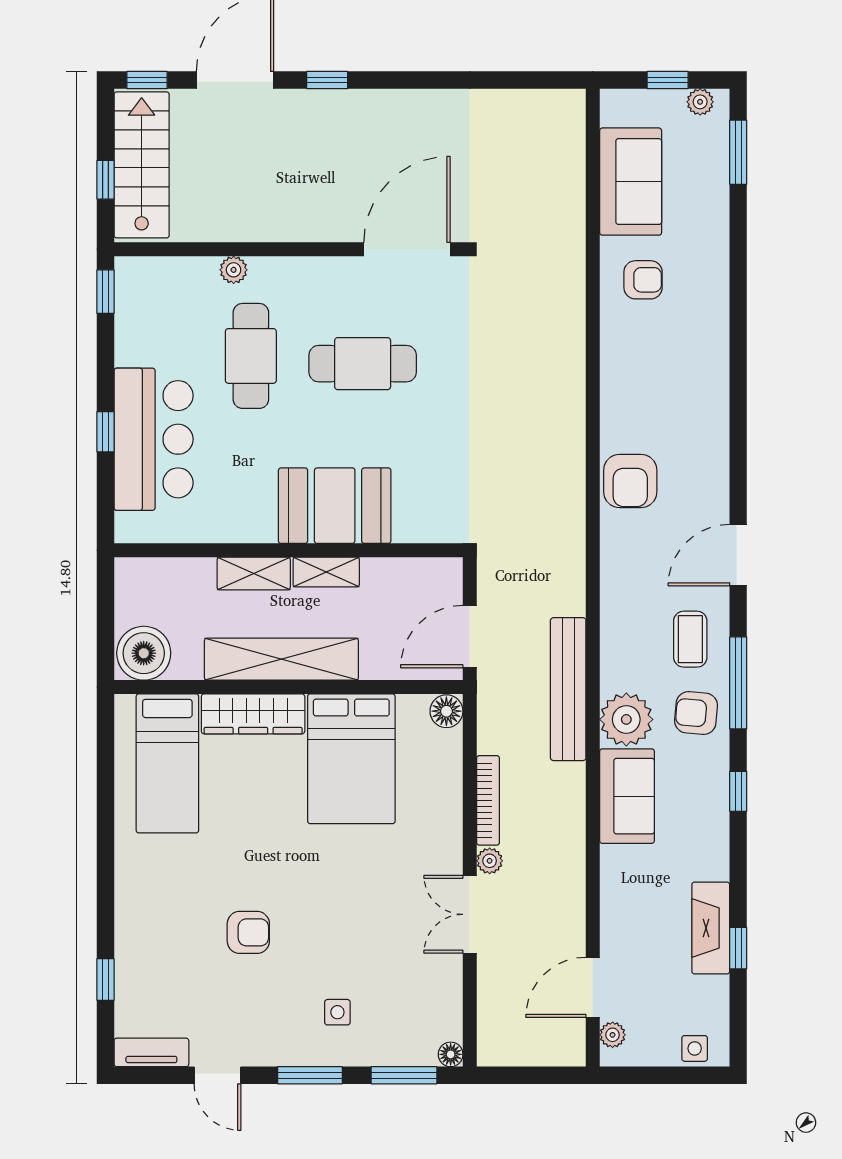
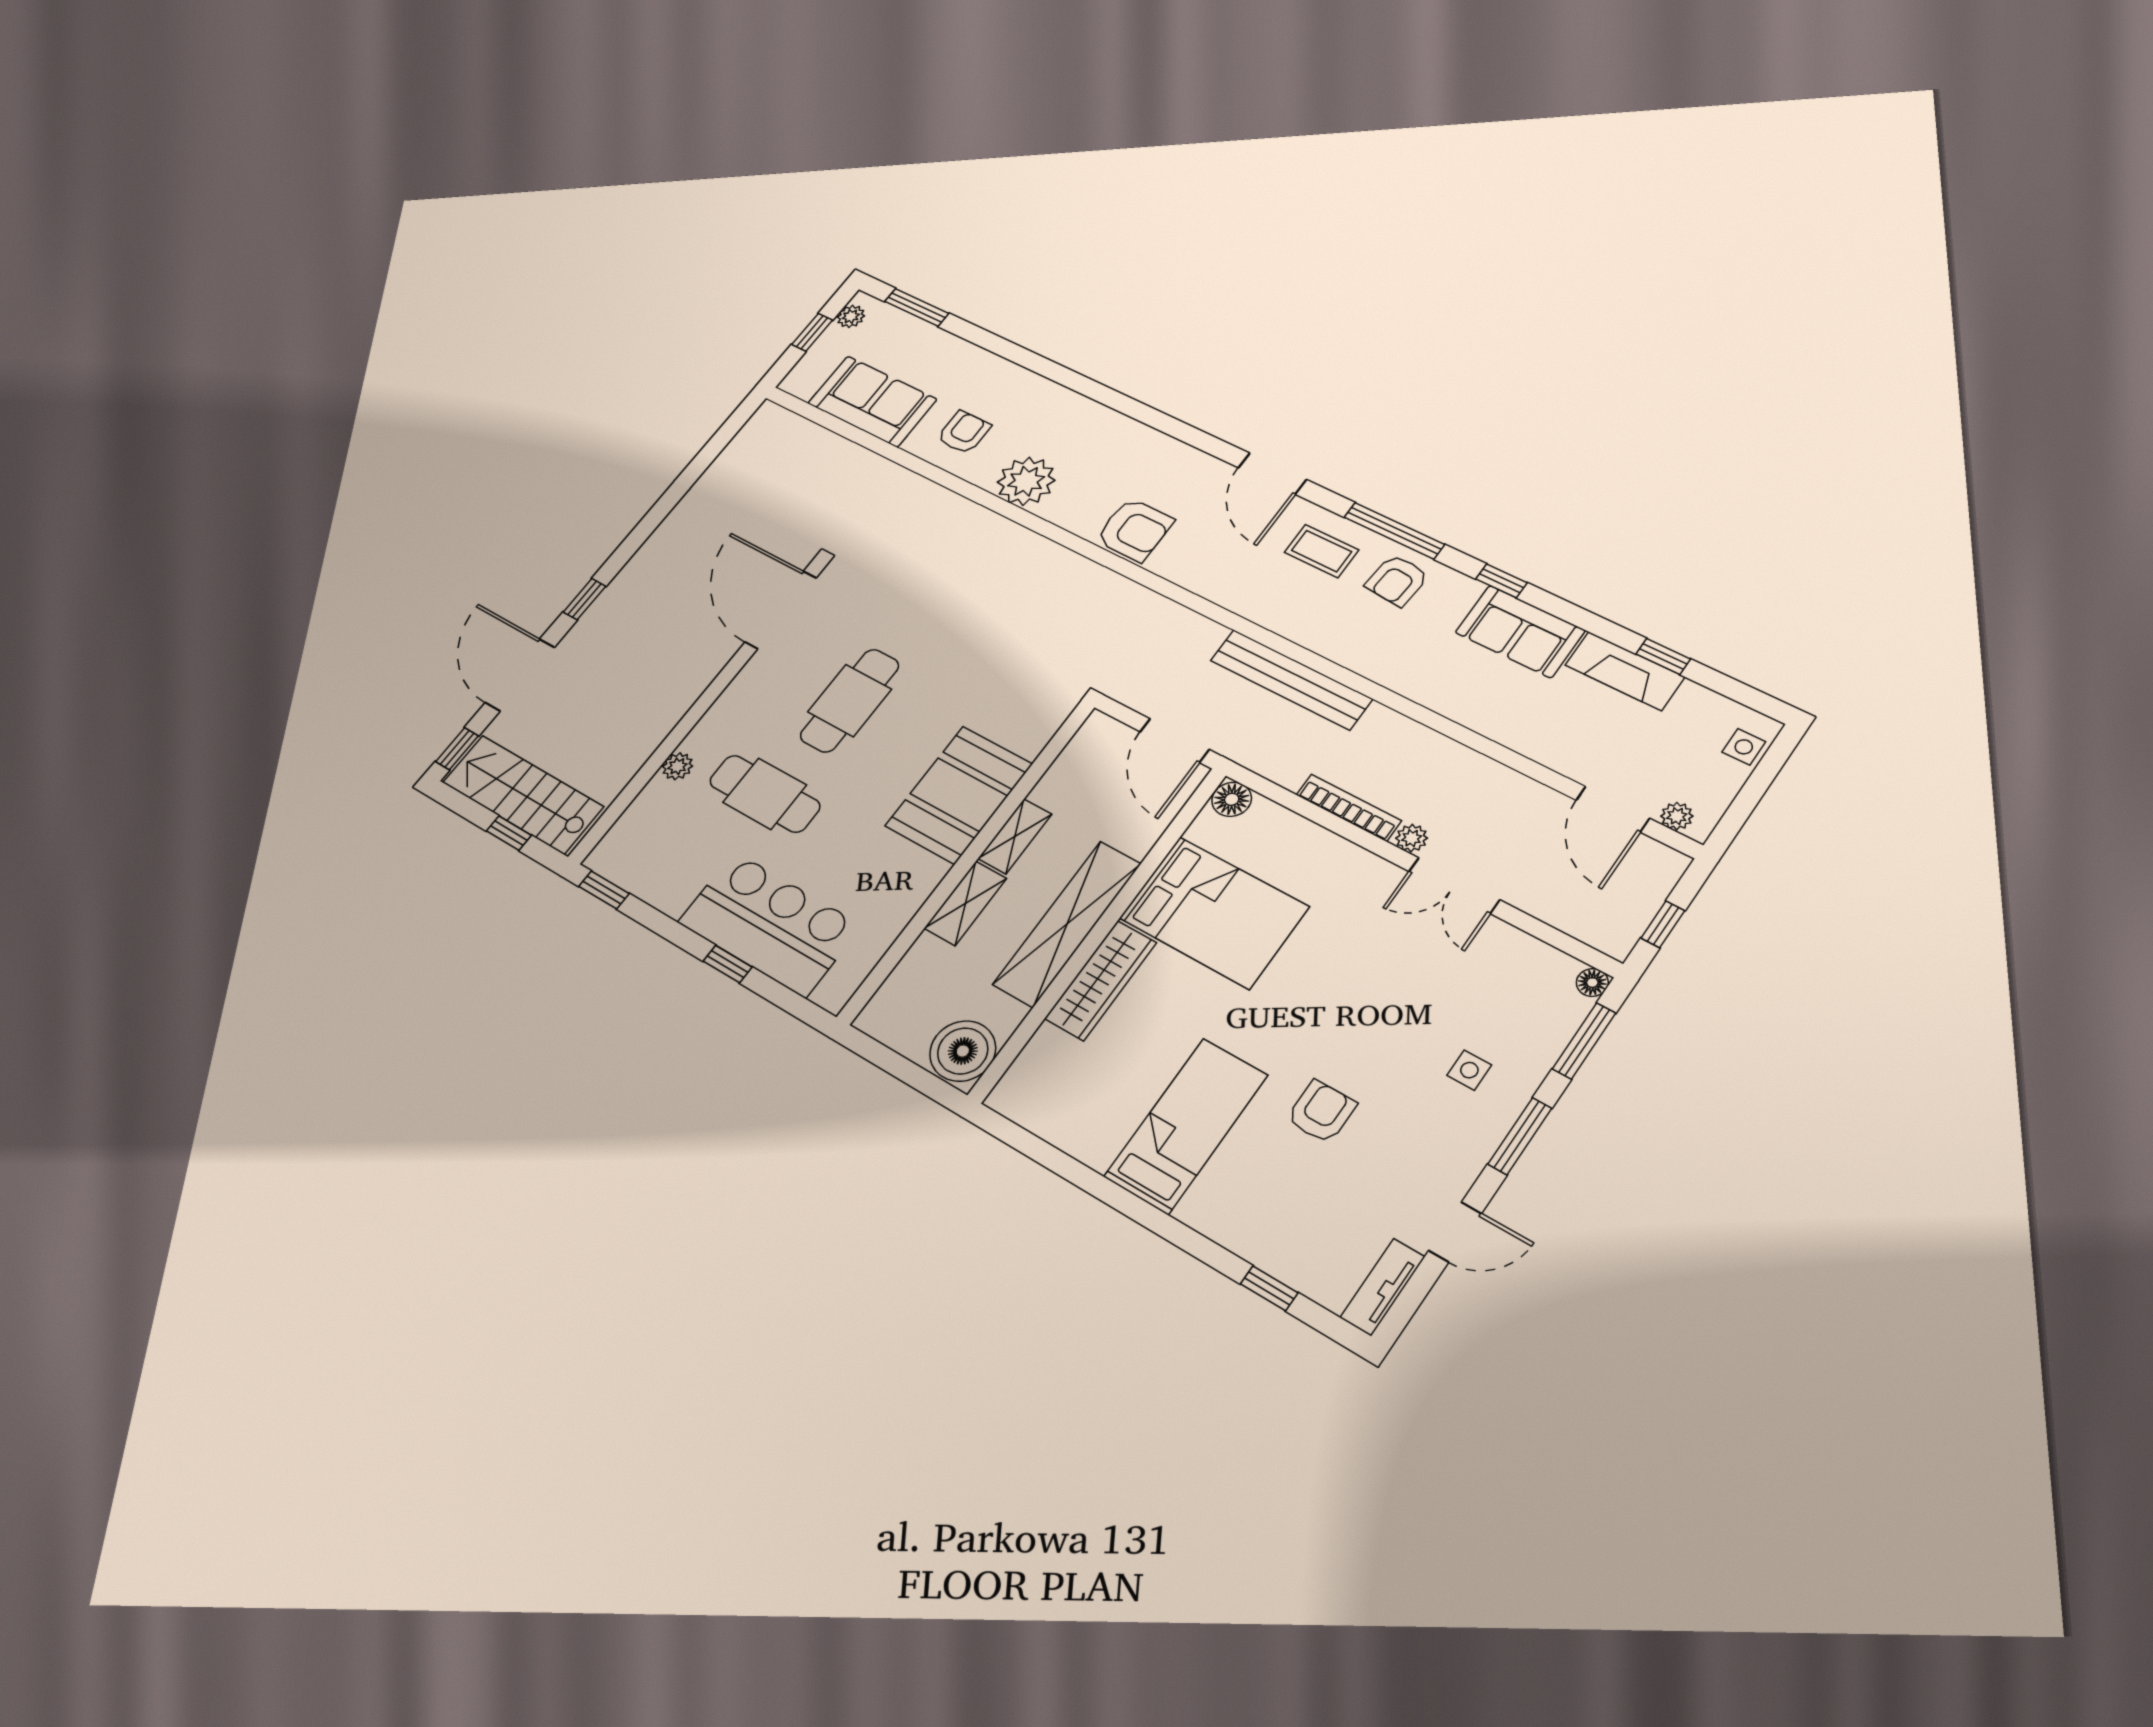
plant: (626, 719) -> (1026, 481), moved
bed: (167, 763) -> (1186, 1126), moved, turned -90
sofa: (627, 796) -> (1520, 631), moved, turned 180
window: (522, 1075) -> (1663, 924), added

